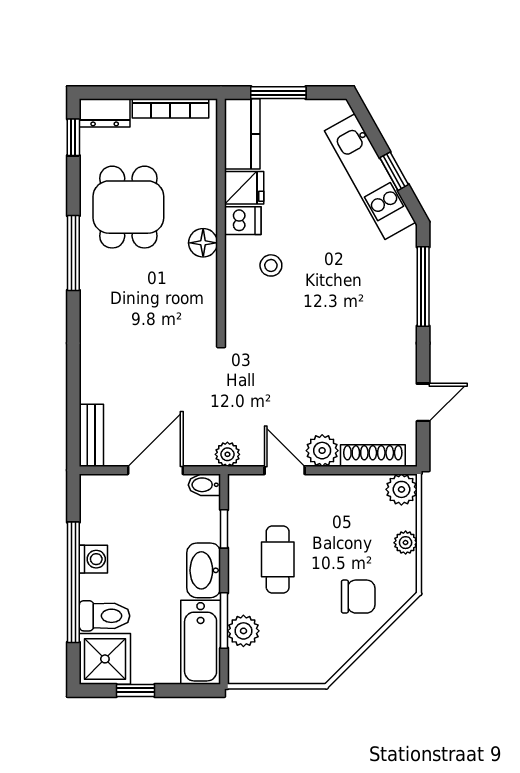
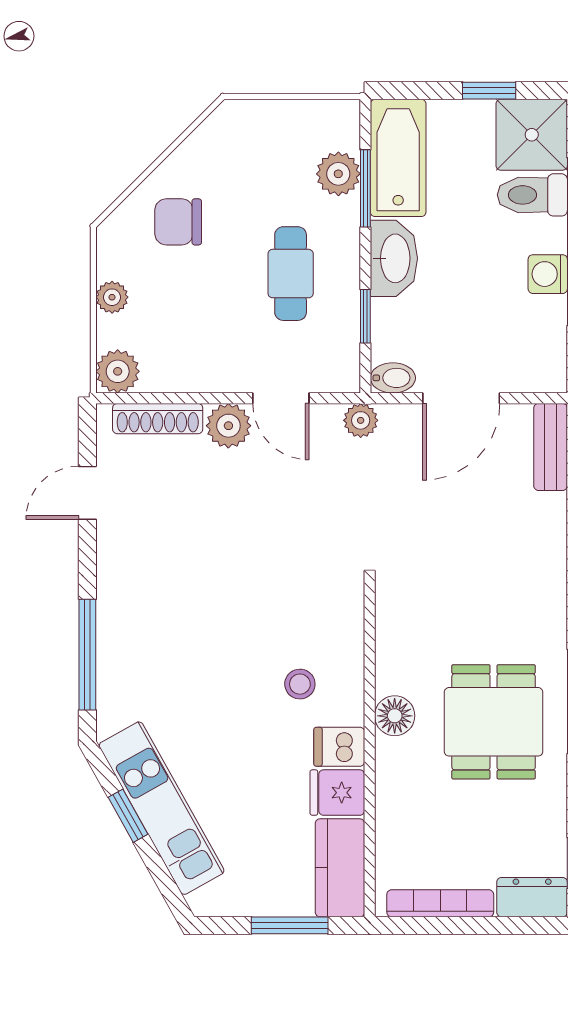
dining table: (128, 207) -> (494, 722), moved

